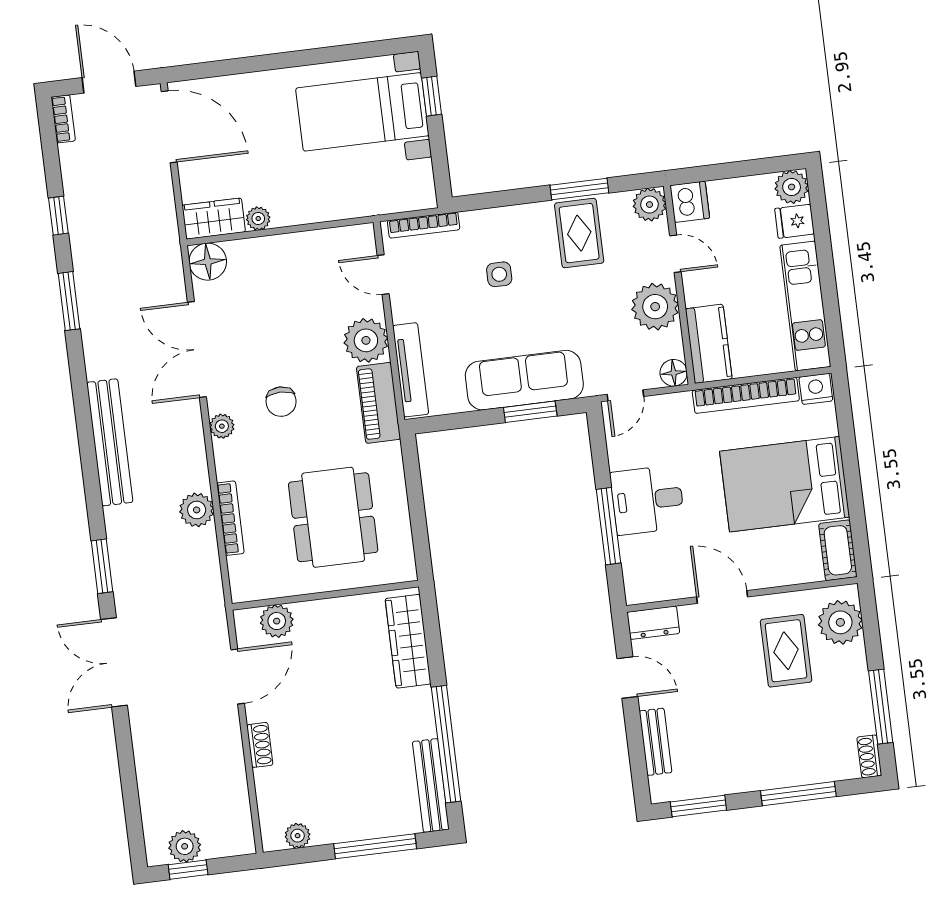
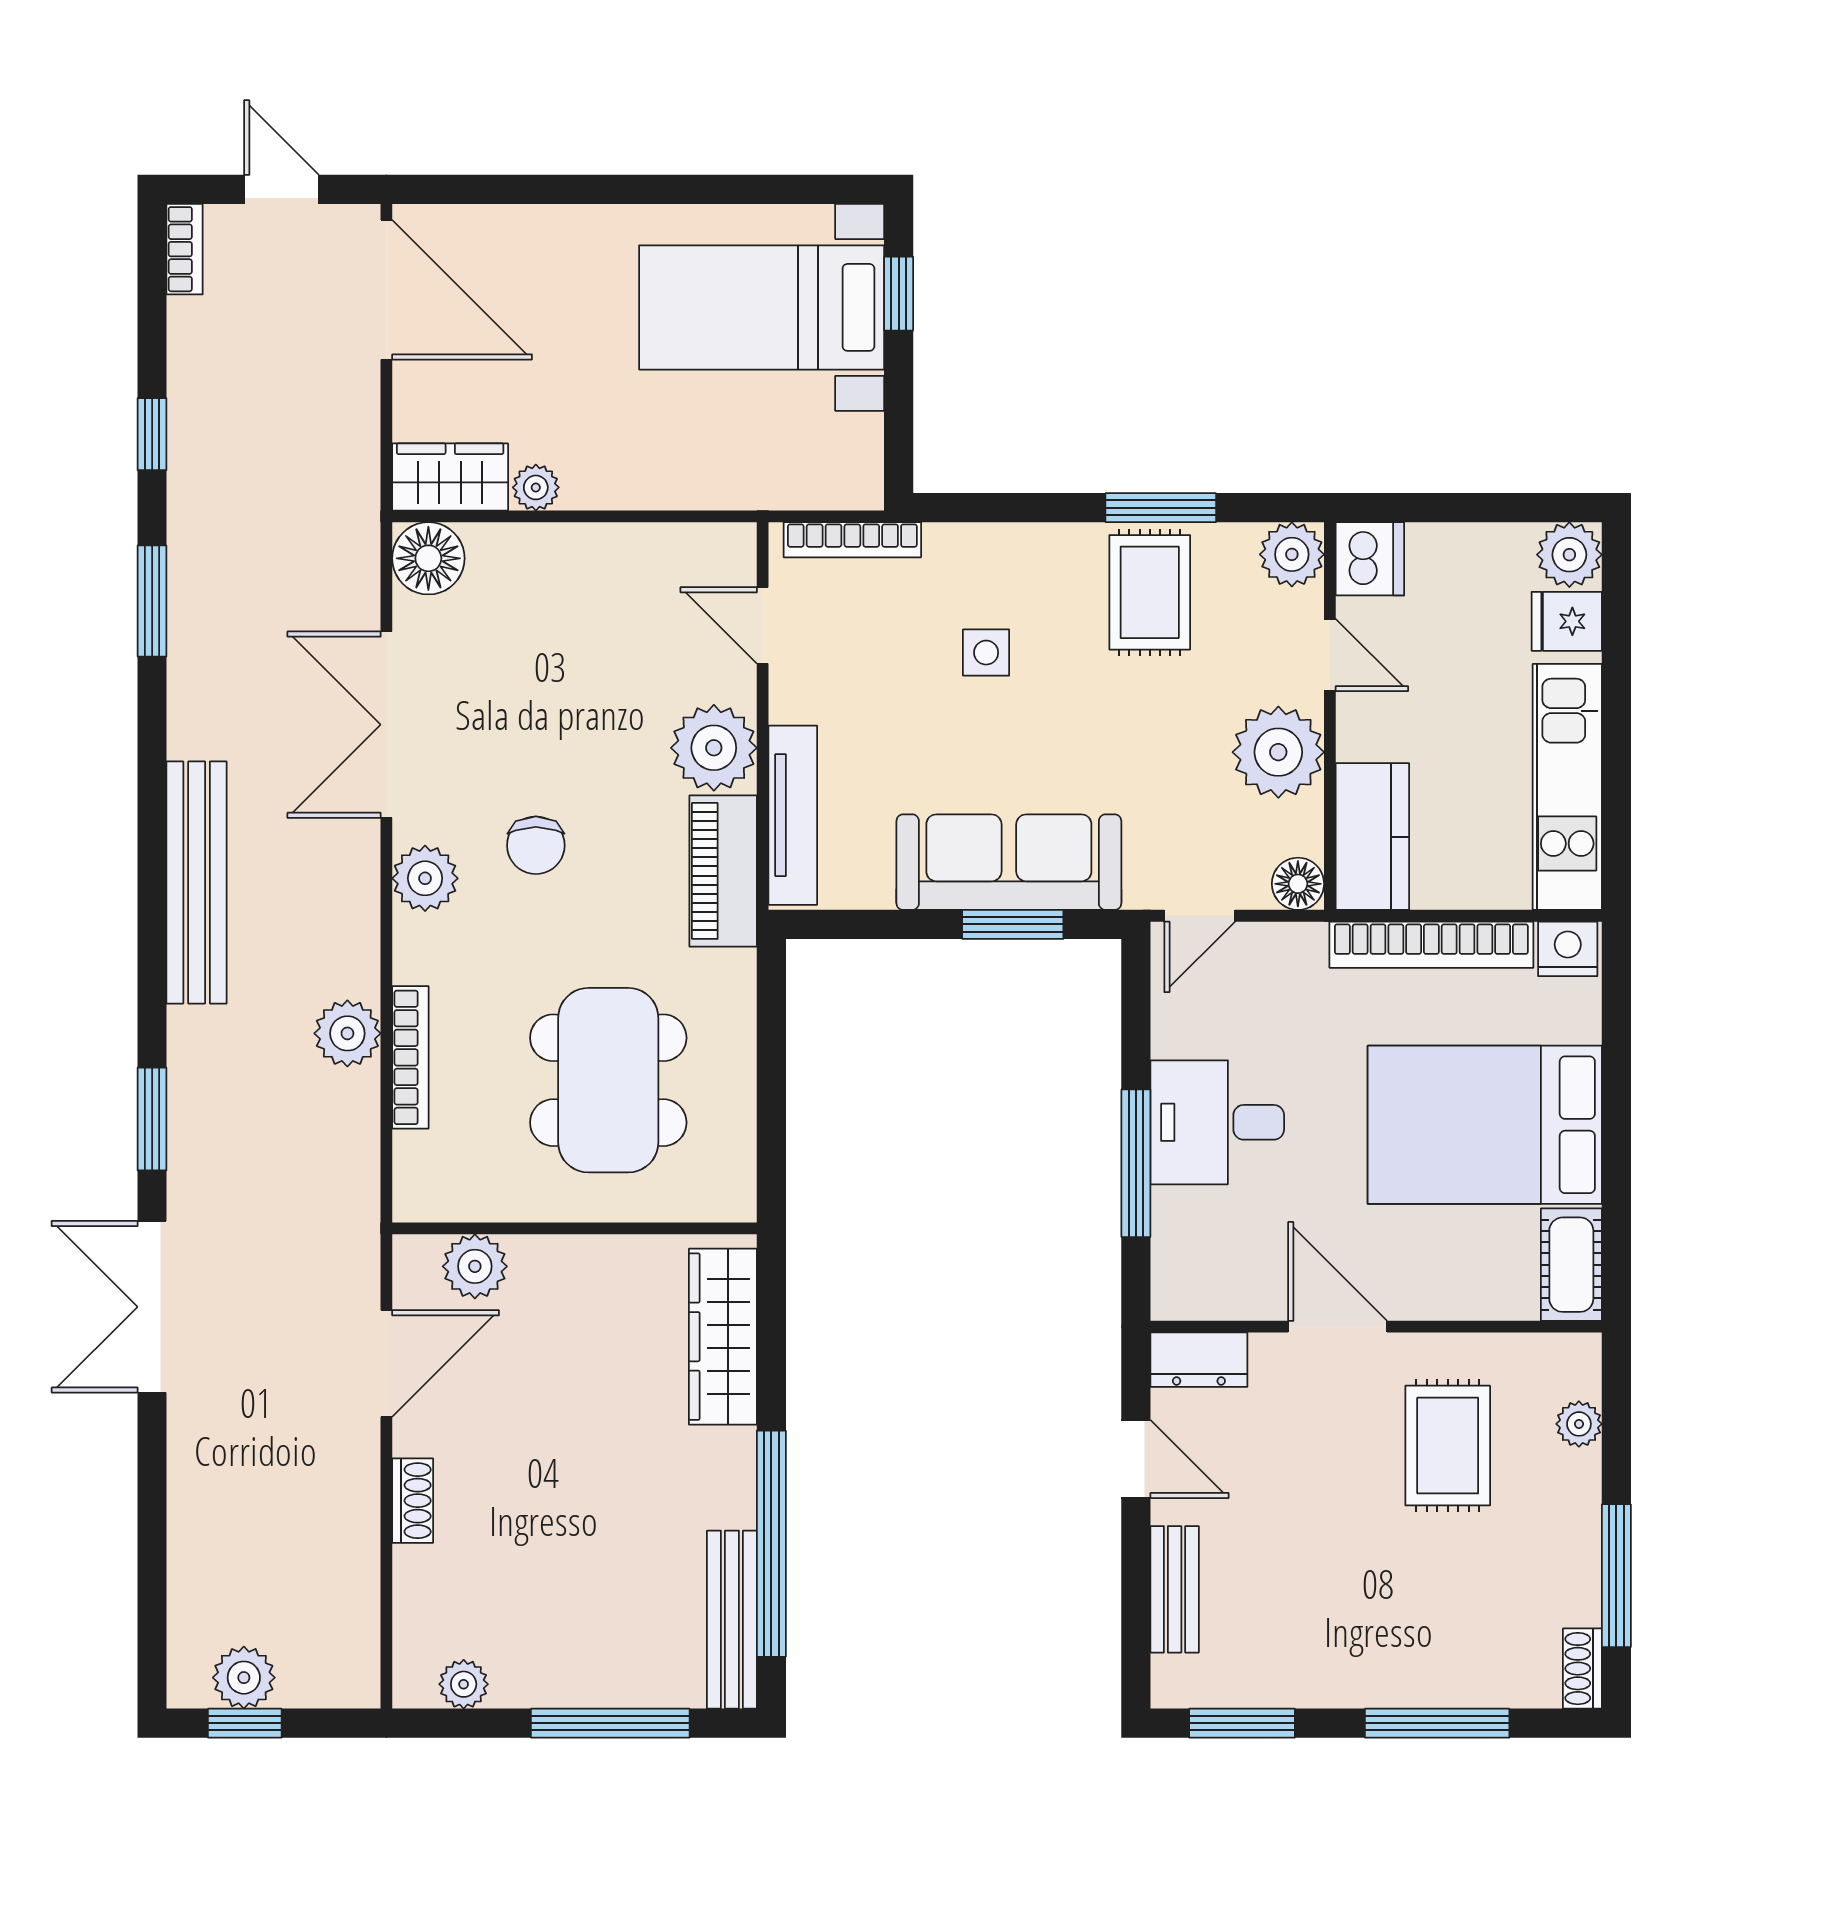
door: (109, 82) -> (281, 189), width x0.73
plant: (222, 426) -> (425, 878), width x1.38, depth x1.38
plant: (840, 622) -> (1579, 1424), width x0.53, depth x0.53

